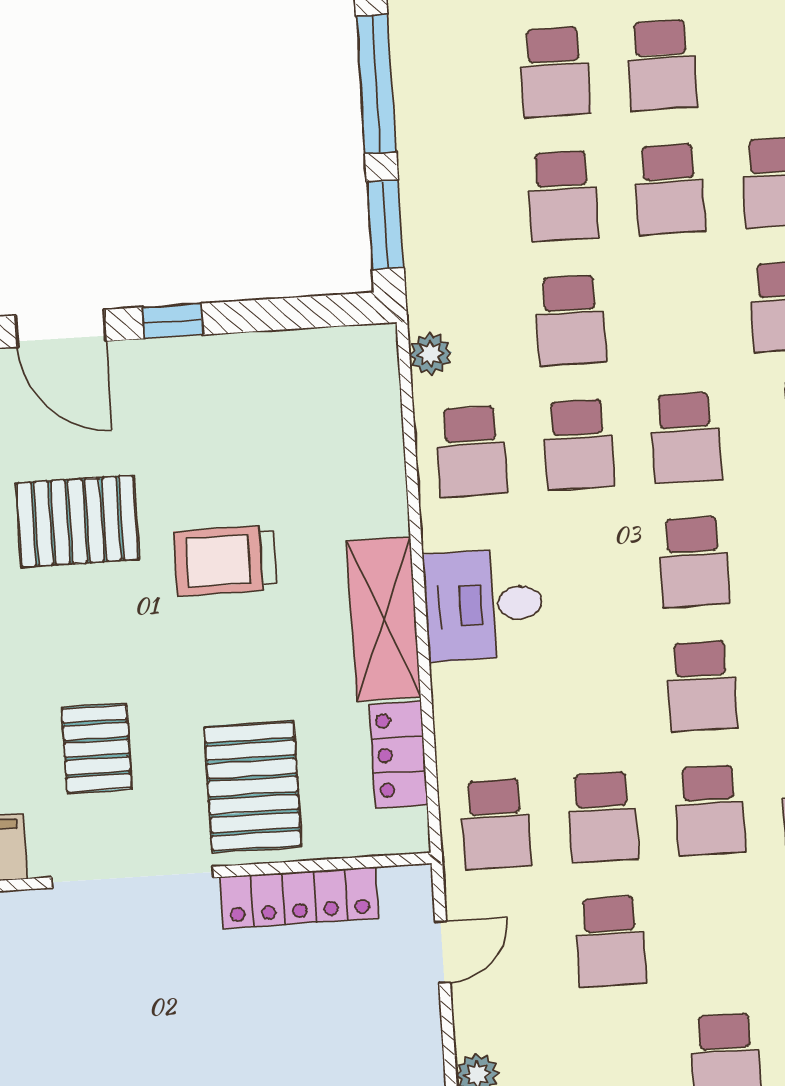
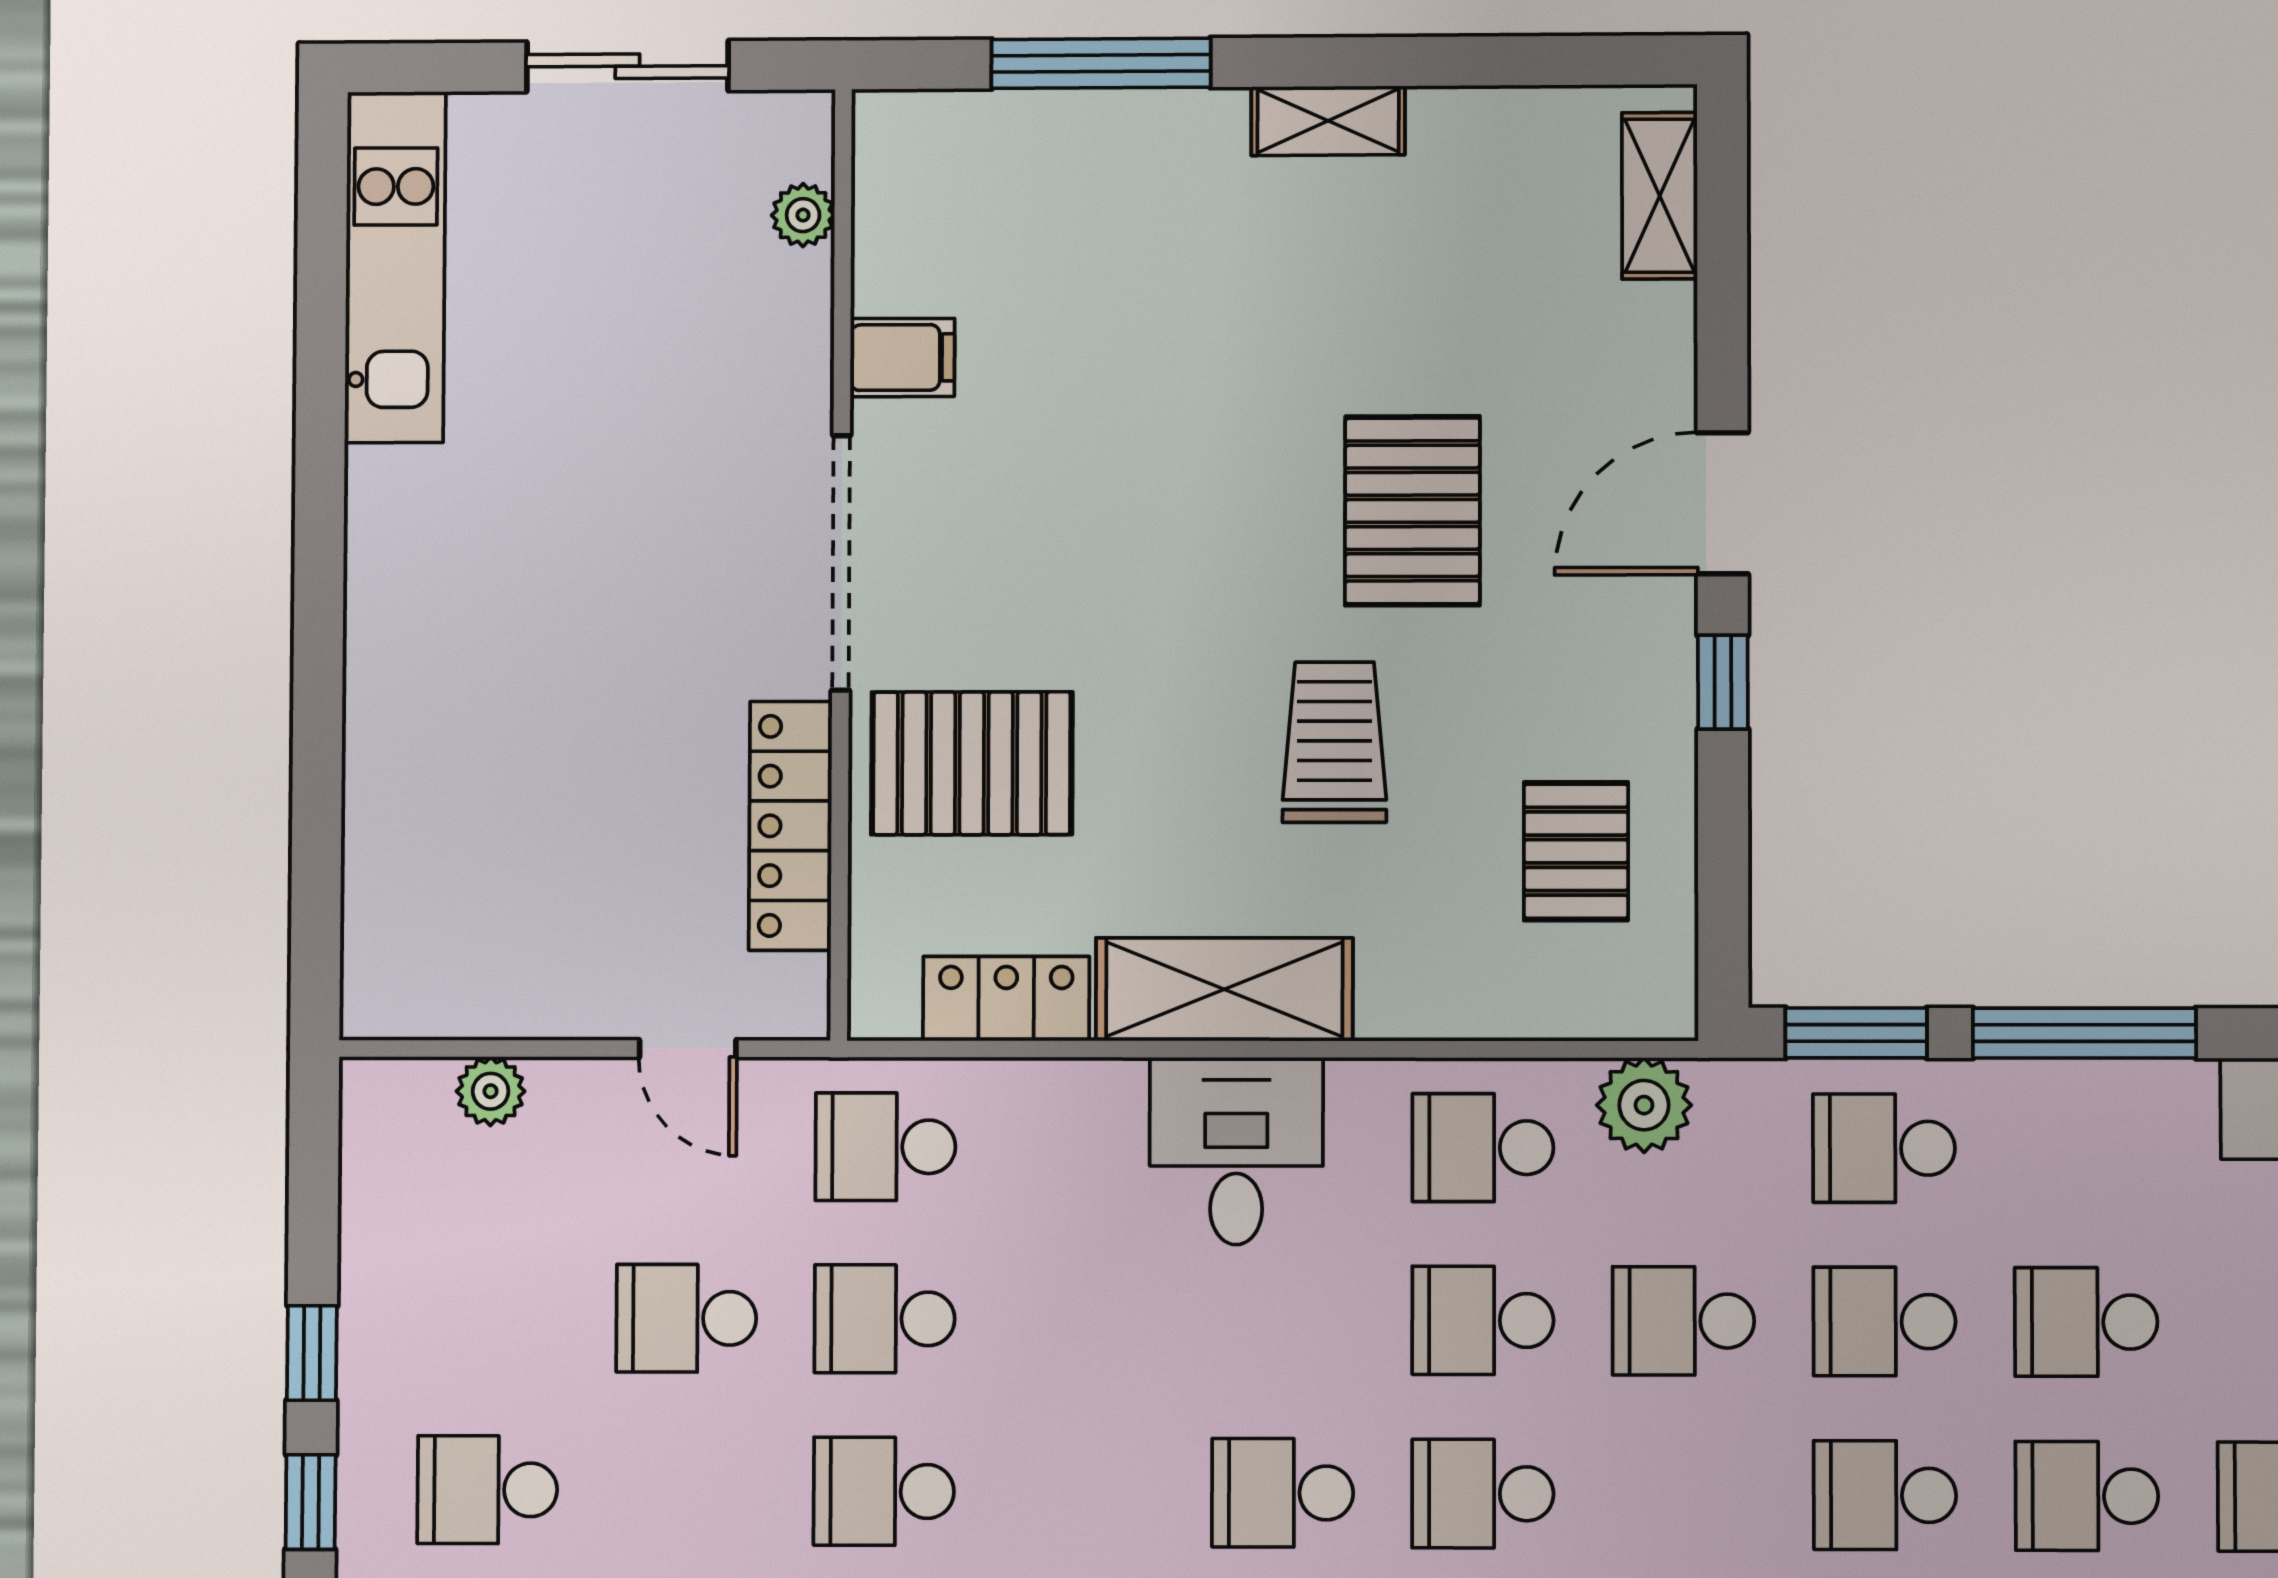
plant: (431, 354) -> (1644, 1105), width x1.38, depth x1.38
school desk: (702, 686) -> (1884, 1148), moved
pallet: (97, 748) -> (1576, 851), moved, turned 90

